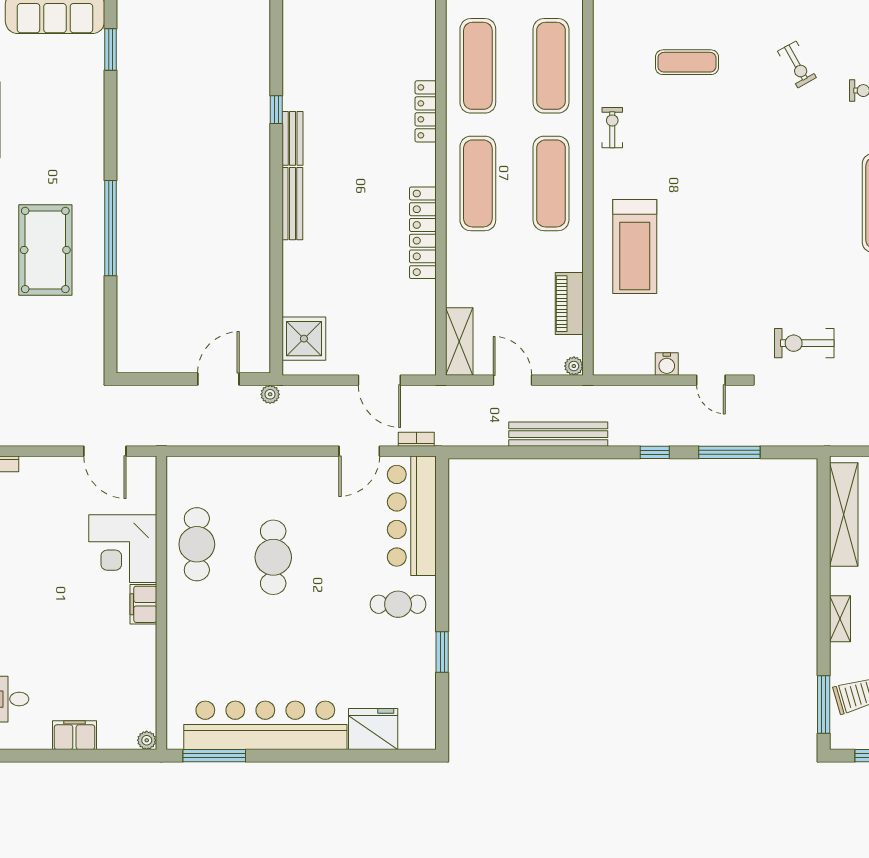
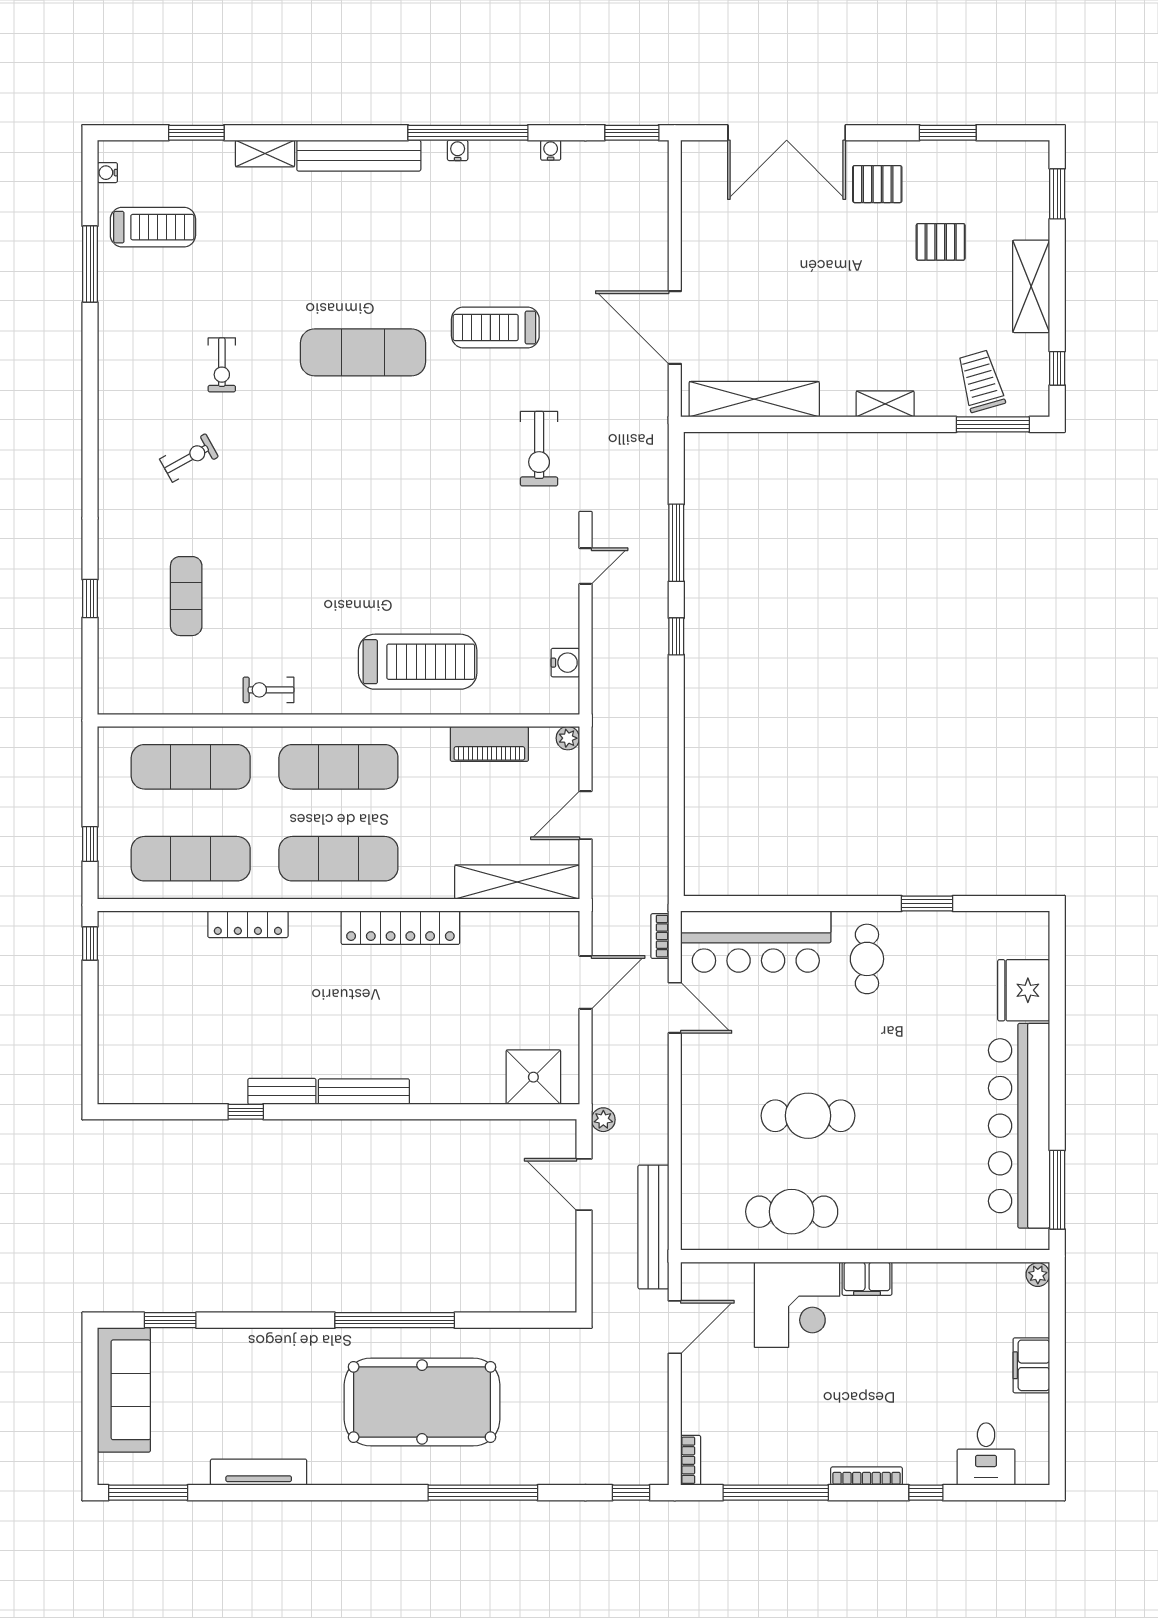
pool table: (45, 250) -> (422, 1402), width x1.36, depth x1.32
shelving: (459, 341) -> (517, 882), width x1.47
water cooler: (667, 364) -> (565, 663), moved
bench: (558, 434) -> (653, 1227), moved

